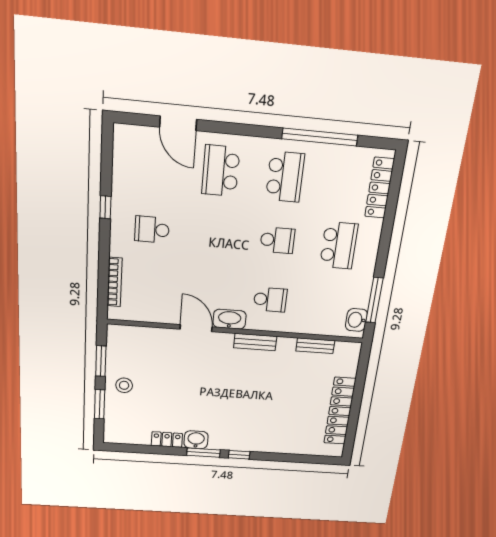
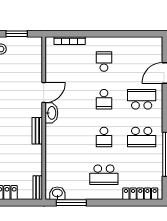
window: (105, 207) -> (115, 34), removed
school desk: (270, 300) -> (104, 99), moved
bench: (315, 346) -> (38, 188), moved

